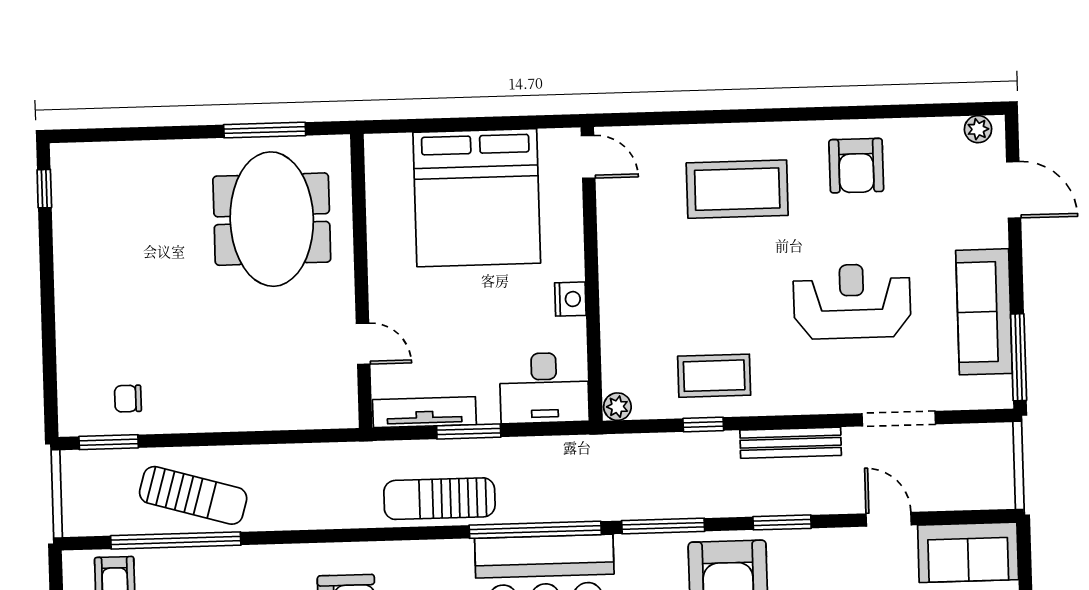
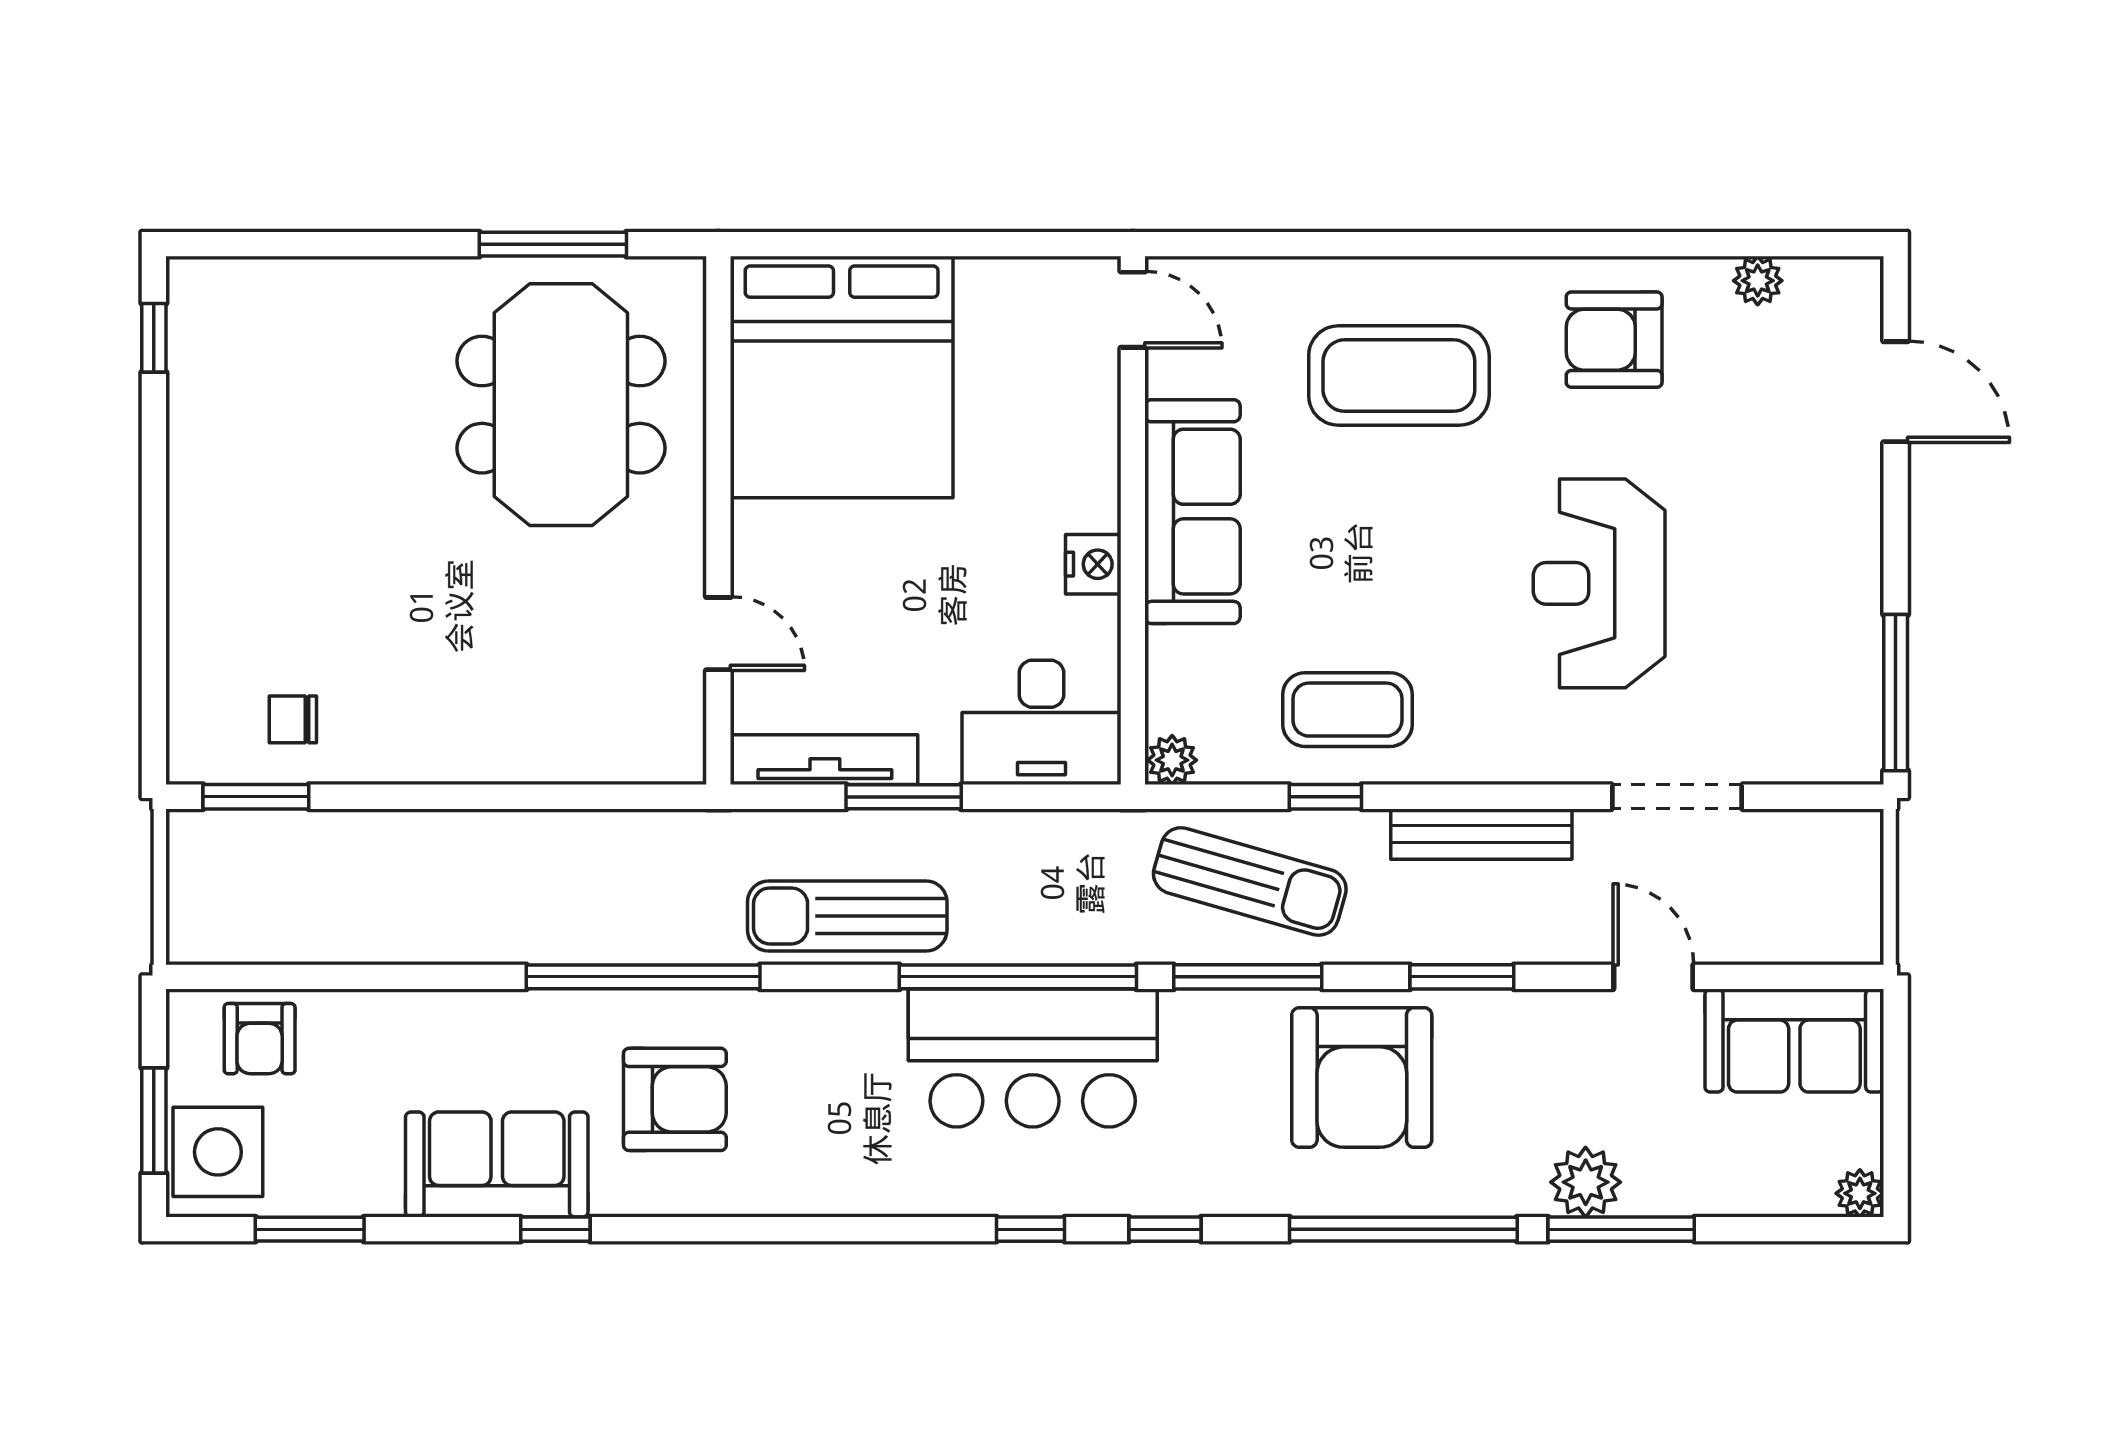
plant: (978, 129) -> (1758, 281), moved
armchair: (856, 166) -> (1614, 340), turned 90
bed: (477, 198) -> (842, 377), moved
reception desk: (852, 301) -> (1599, 583), turned -90
sofa: (984, 312) -> (1192, 512), moved, turned 180
sun lounger: (193, 495) -> (1250, 881), moved
window: (176, 540) -> (643, 977), moved

